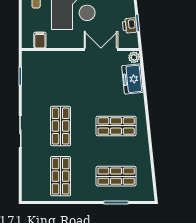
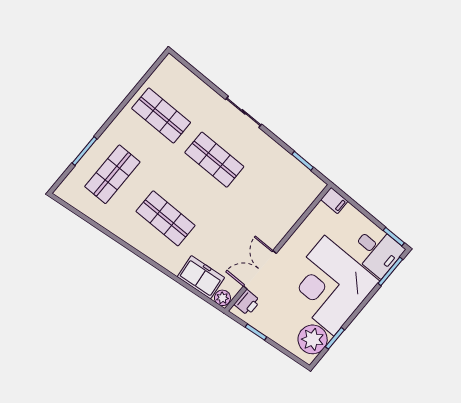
printer: (130, 26) -> (247, 303), moved, turned 96
filing cabinet: (40, 40) -> (334, 200), moved
double door: (101, 50) -> (260, 270), swing flipped
shop shelf: (116, 126) -> (166, 218), turned 90

